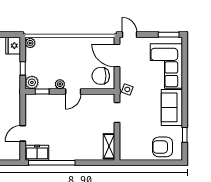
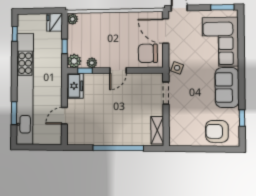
plant: (60, 84) -> (92, 63), moved
freezer: (37, 153) -> (75, 86), moved, turned 90
window: (52, 163) -> (118, 148), moved

